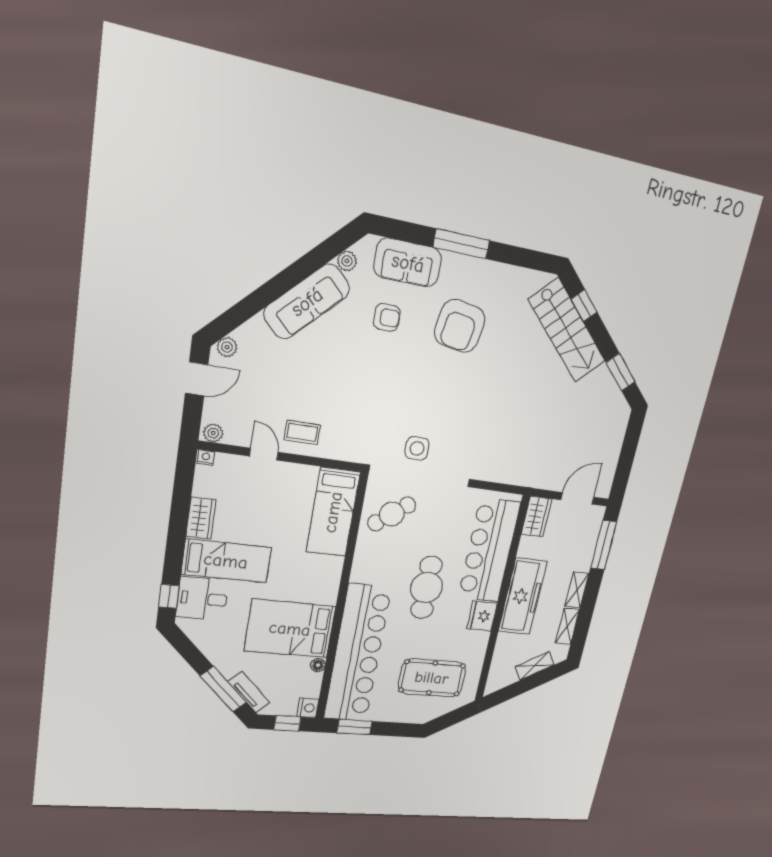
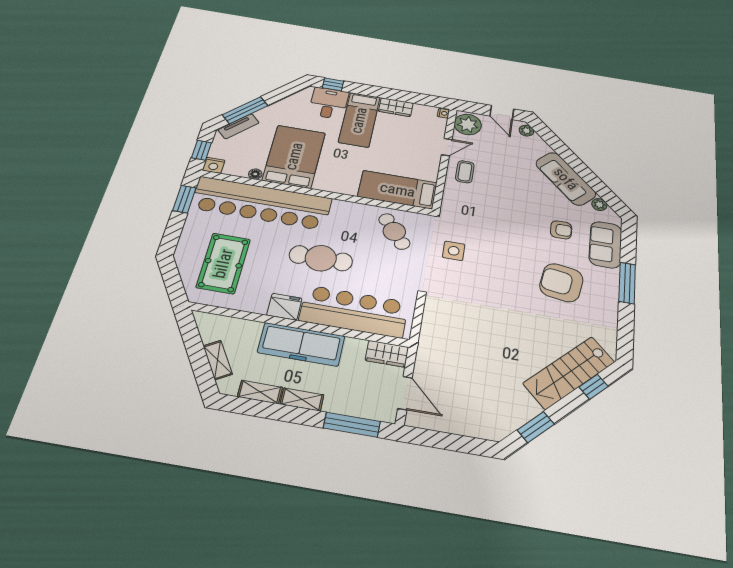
armchair: (387, 317) -> (561, 230), turned -90
plant: (213, 433) -> (468, 124), width x1.87, depth x1.87

